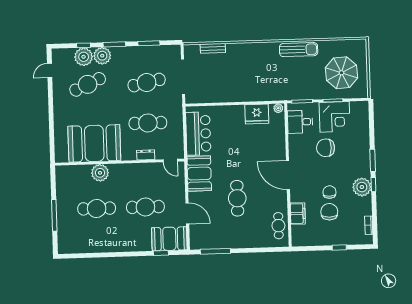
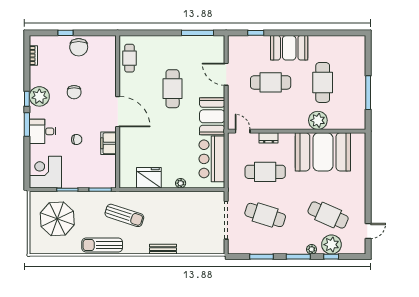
bench: (213, 48) -> (163, 249), moved
plant: (102, 56) -> (312, 249), width x0.53, depth x0.53
sun lounger: (279, 78) -> (124, 215), added
cafe table: (147, 83) -> (265, 215), turned 30
cafe table: (88, 84) -> (328, 215), turned 48
plant: (278, 108) -> (181, 183), moved
corner desk: (335, 117) -> (45, 172), moved
desk: (300, 122) -> (43, 131), moved, turned 180
chair: (326, 148) -> (77, 140), width x0.54, depth x0.54
cafe table: (97, 209) -> (323, 82), turned 90
chair: (329, 212) -> (79, 47), moved
filing cabinet: (298, 213) -> (109, 143), moved
window: (54, 215) -> (368, 93), moved
booth: (169, 239) -> (289, 48), moved

